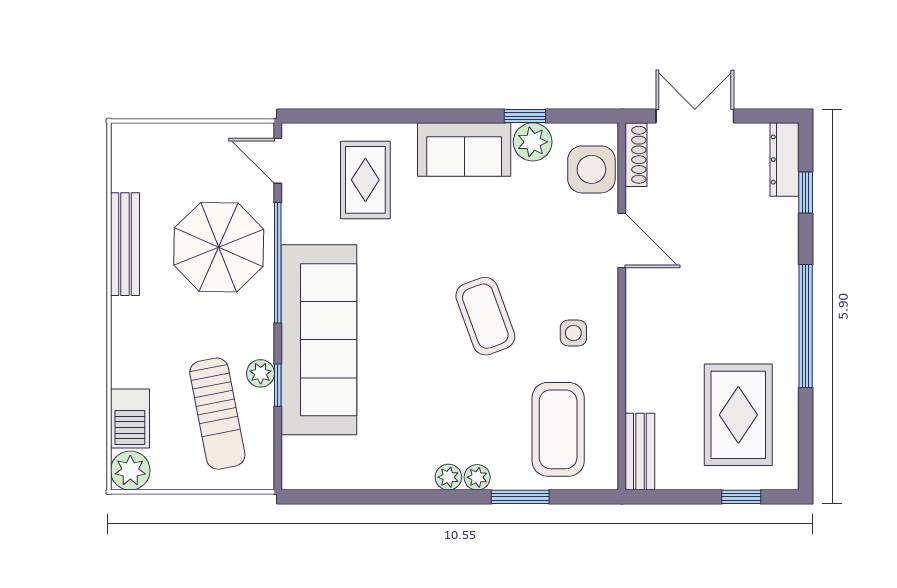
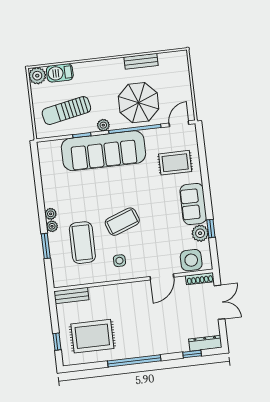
bench: (125, 244) -> (141, 61), width x0.73
plant: (261, 373) -> (103, 125), moved
coffee table: (558, 429) -> (82, 243), moved, turned 90

